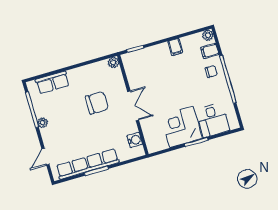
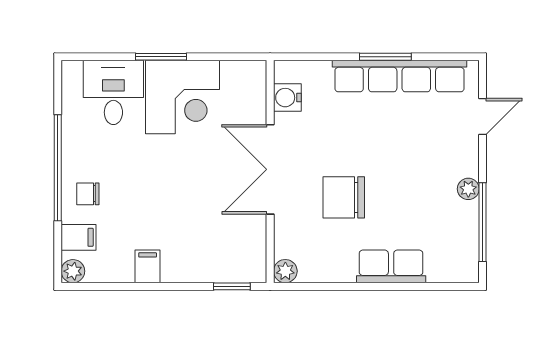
row of seats: (52, 82) -> (391, 266), moved
double door: (133, 106) -> (270, 169), width x1.37

